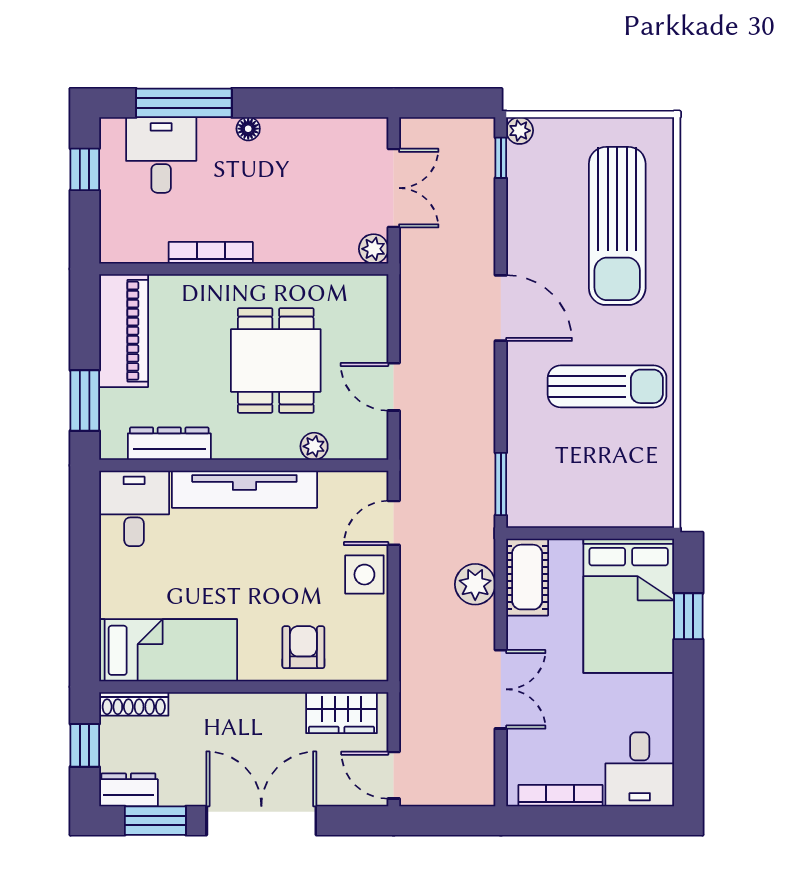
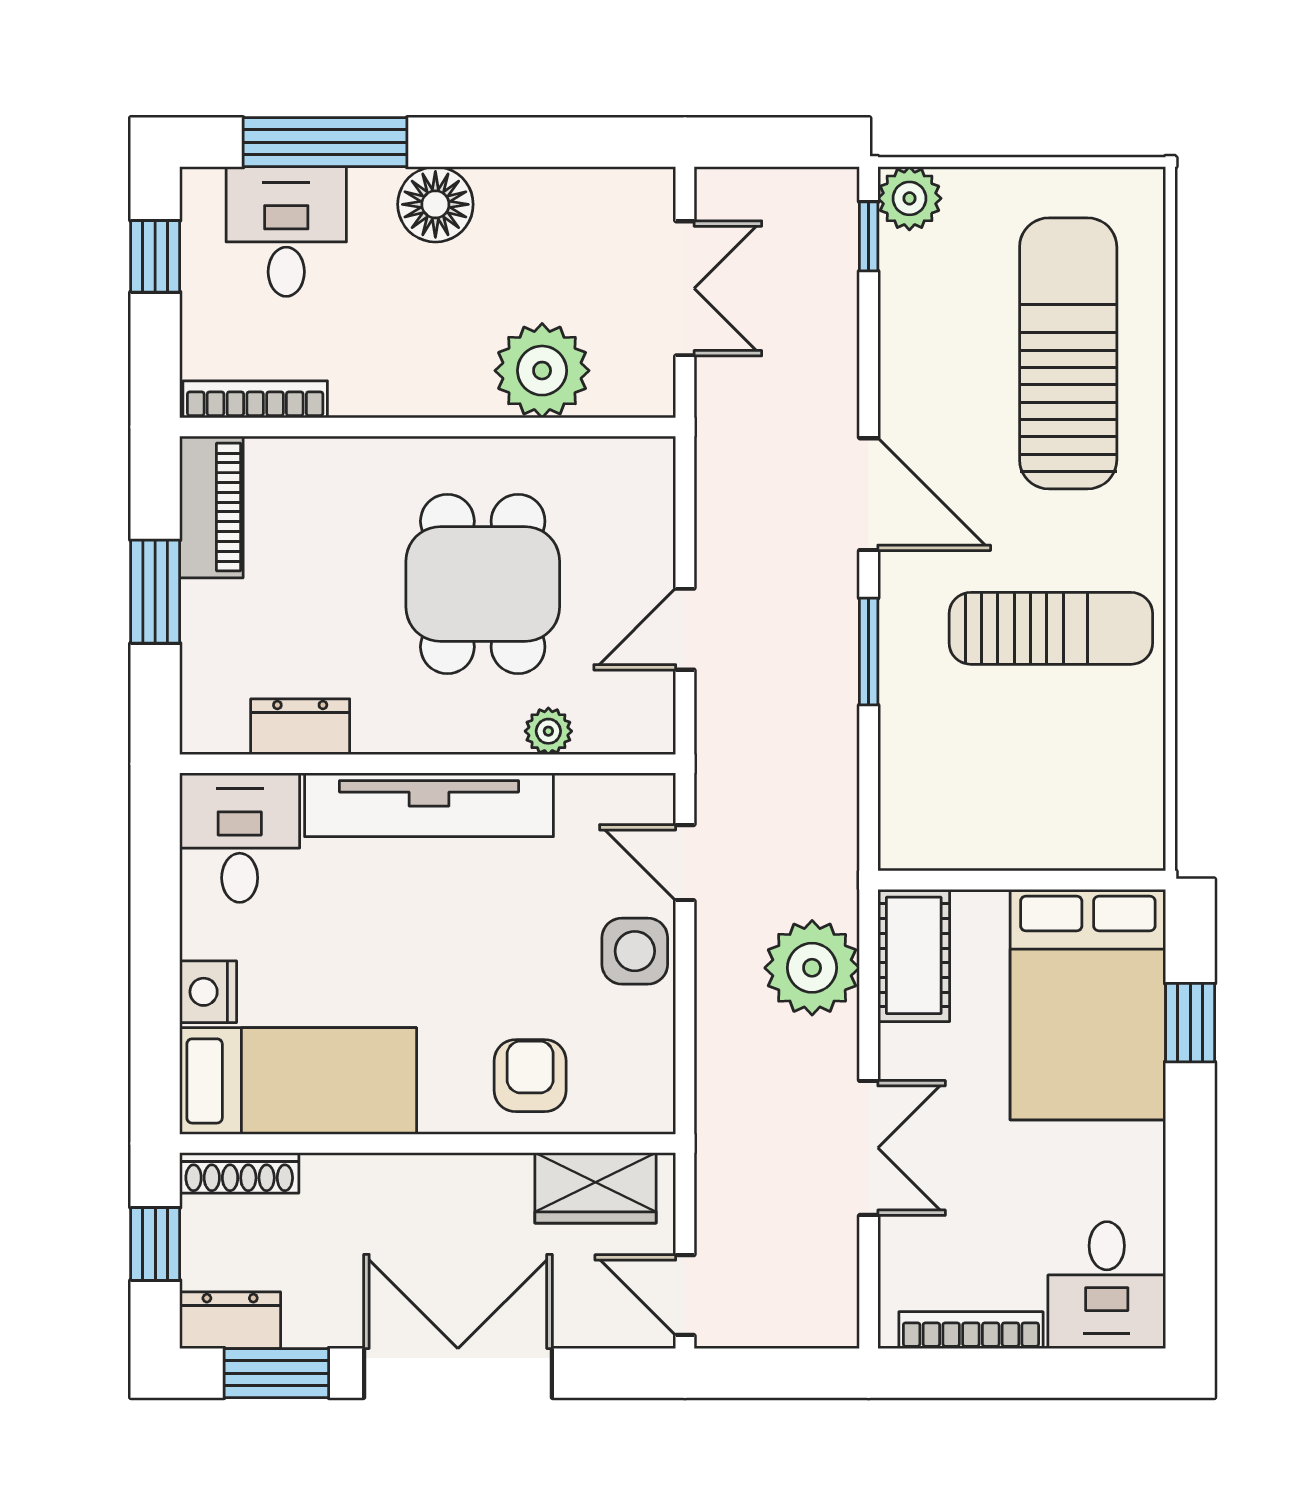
floor lamp: (248, 129) -> (435, 204), width x1.89, depth x1.89
plant: (520, 131) -> (909, 198), width x1.38, depth x1.38
sun lounger: (617, 226) -> (1068, 353), turned 180
plant: (374, 249) -> (542, 371), moved, width x1.87, depth x1.87
bookcase: (211, 253) -> (255, 399), moved
piano: (124, 331) -> (211, 507), width x0.73, depth x0.75
door: (394, 387) -> (685, 629), hinge flipped
window: (85, 400) -> (155, 592), moved
dresser: (169, 444) -> (300, 727), width x0.70
window: (501, 484) -> (869, 652), moved
door: (394, 523) -> (685, 863), hinge flipped
plant: (475, 584) -> (812, 968), width x1.36, depth x1.36
nightstand: (116, 598) -> (208, 992), added

